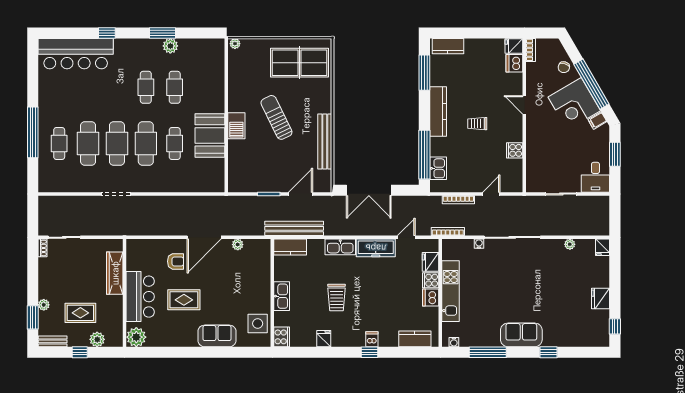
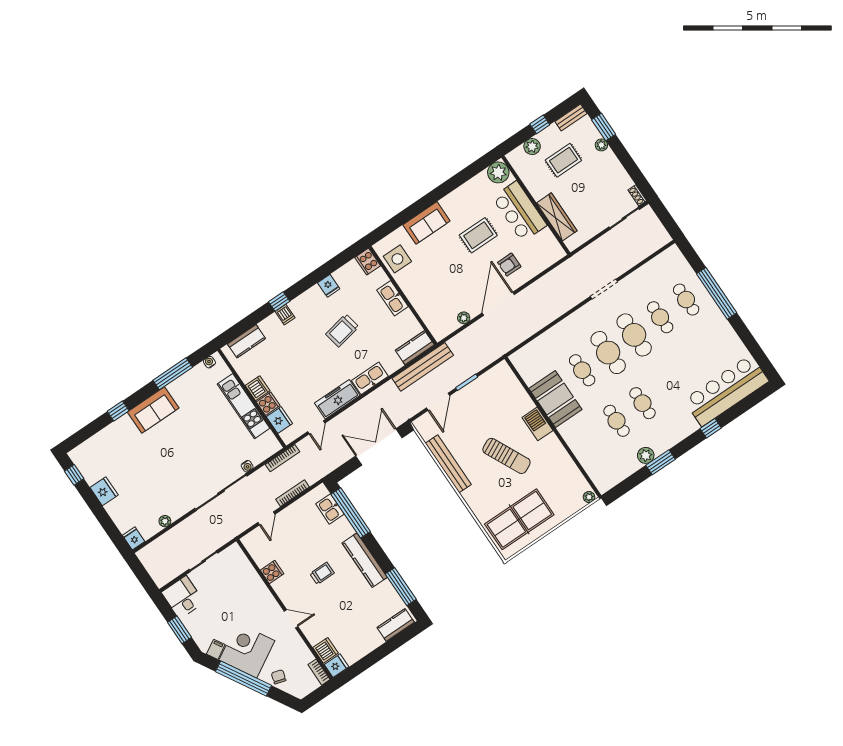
cafe table: (88, 143) -> (660, 317), width x0.73, depth x0.74
trolley: (337, 298) -> (342, 331), turned -101

